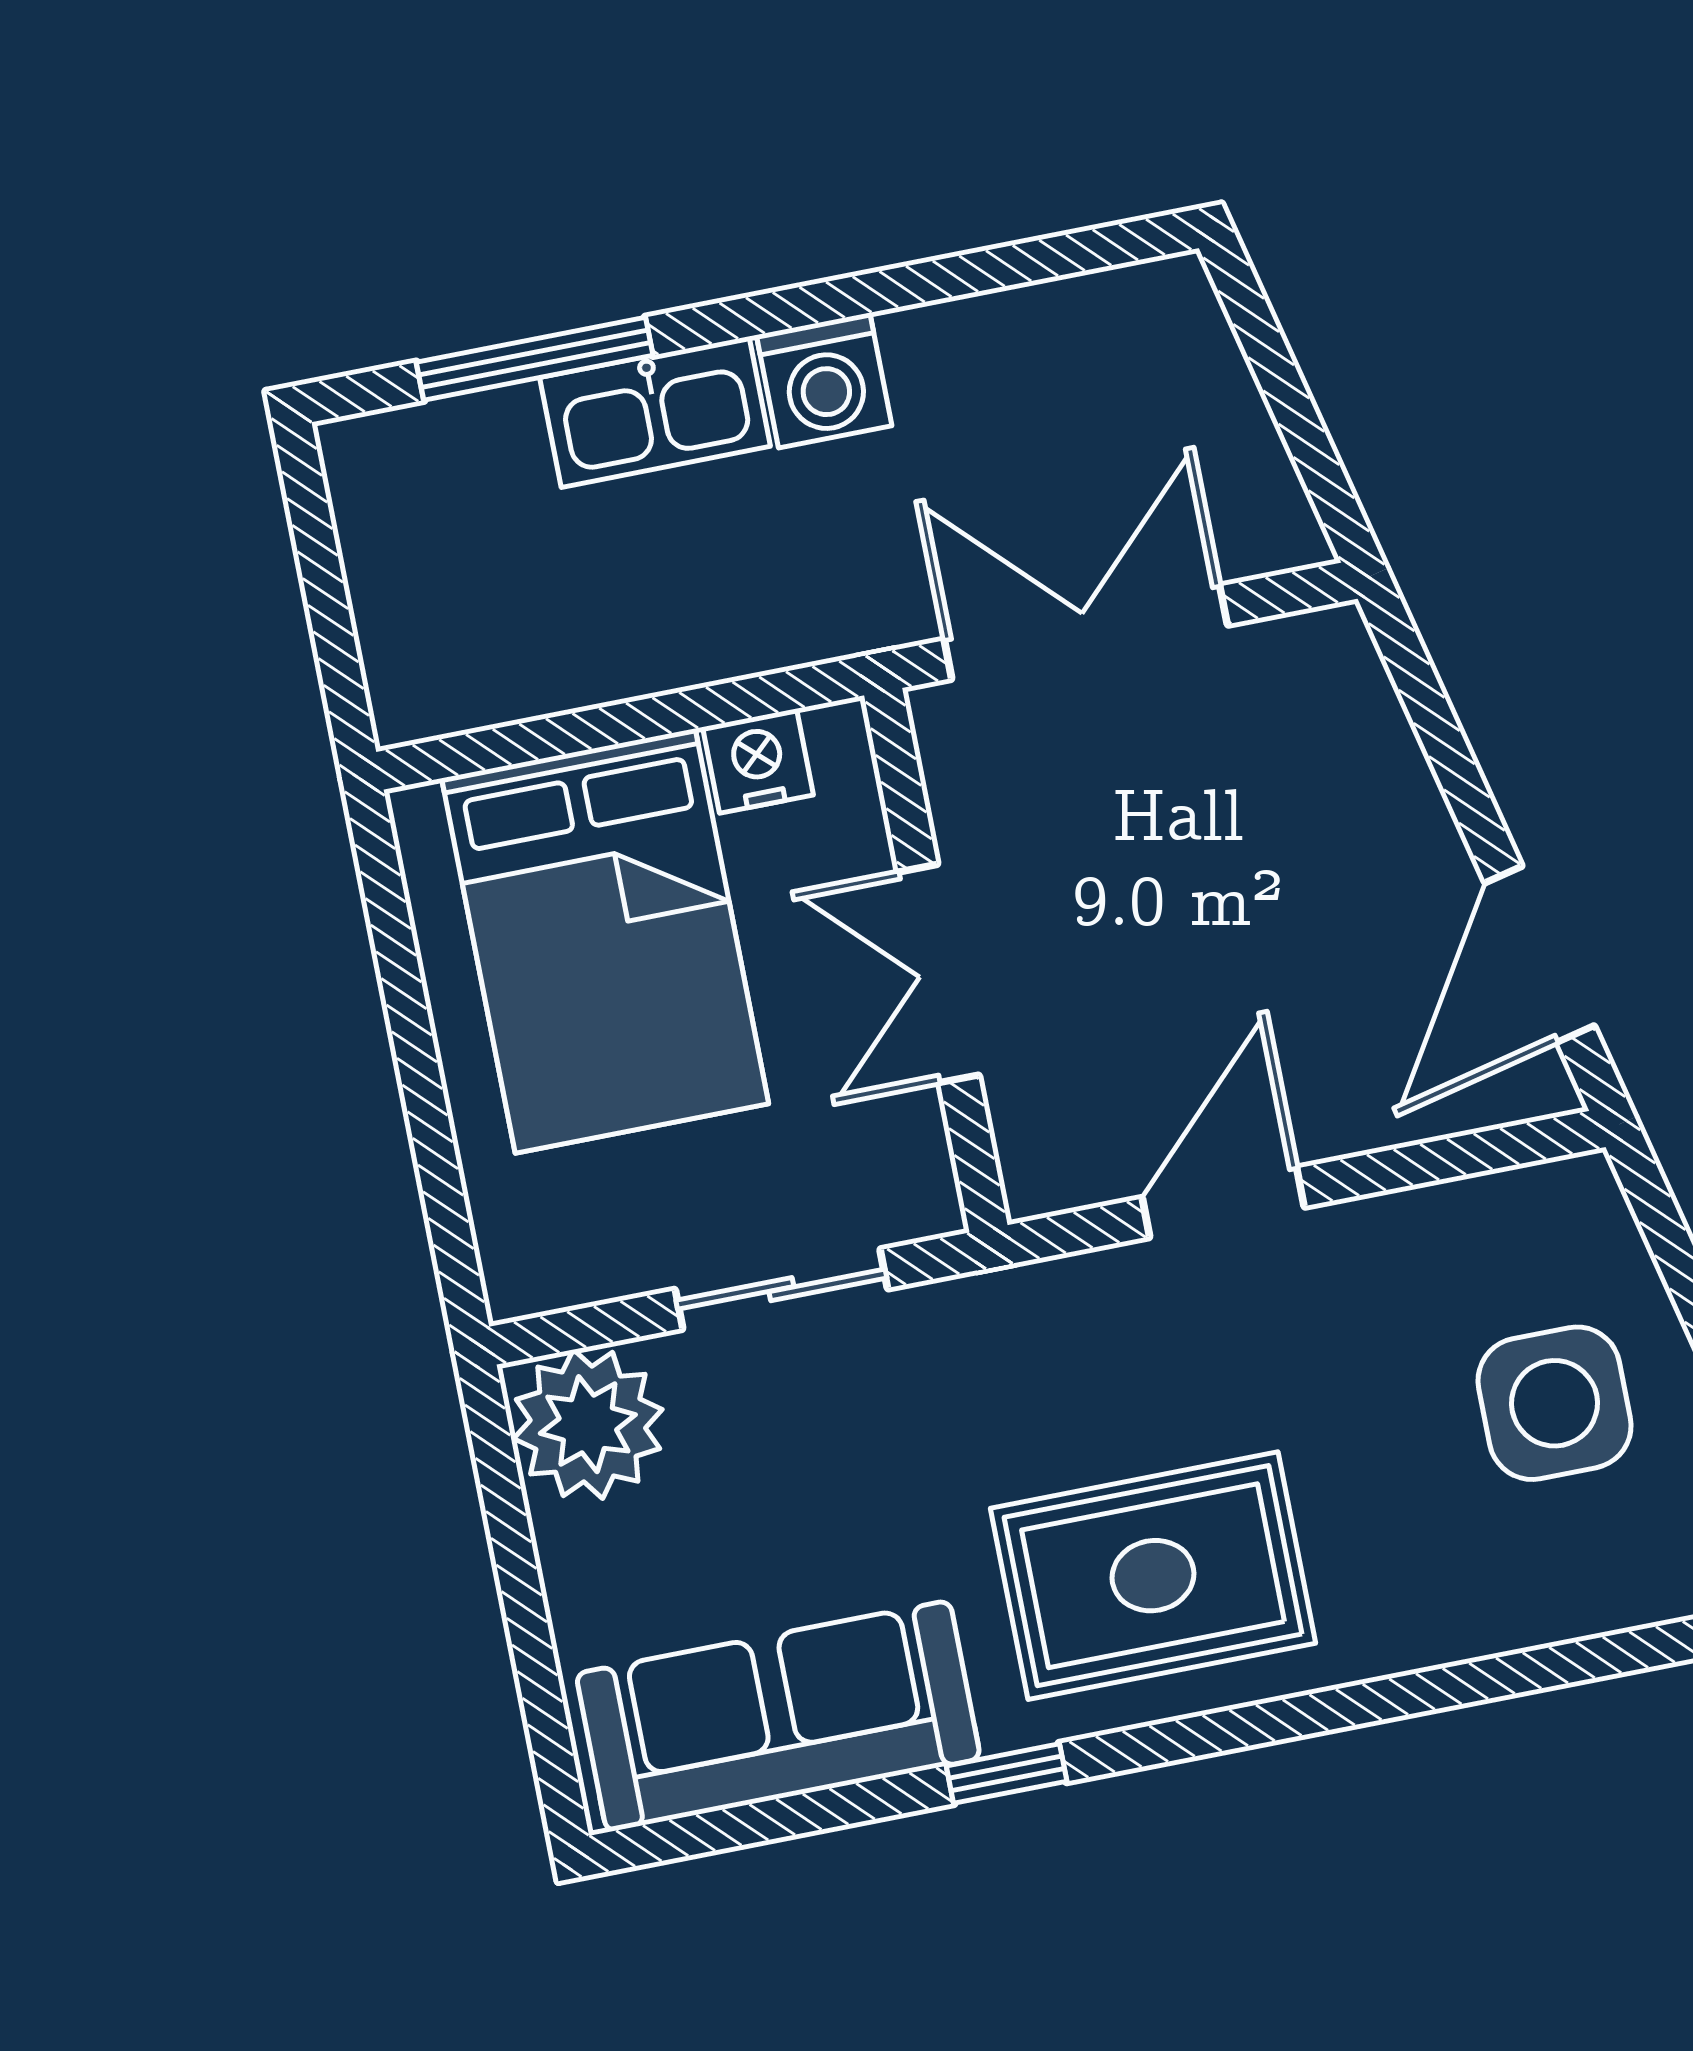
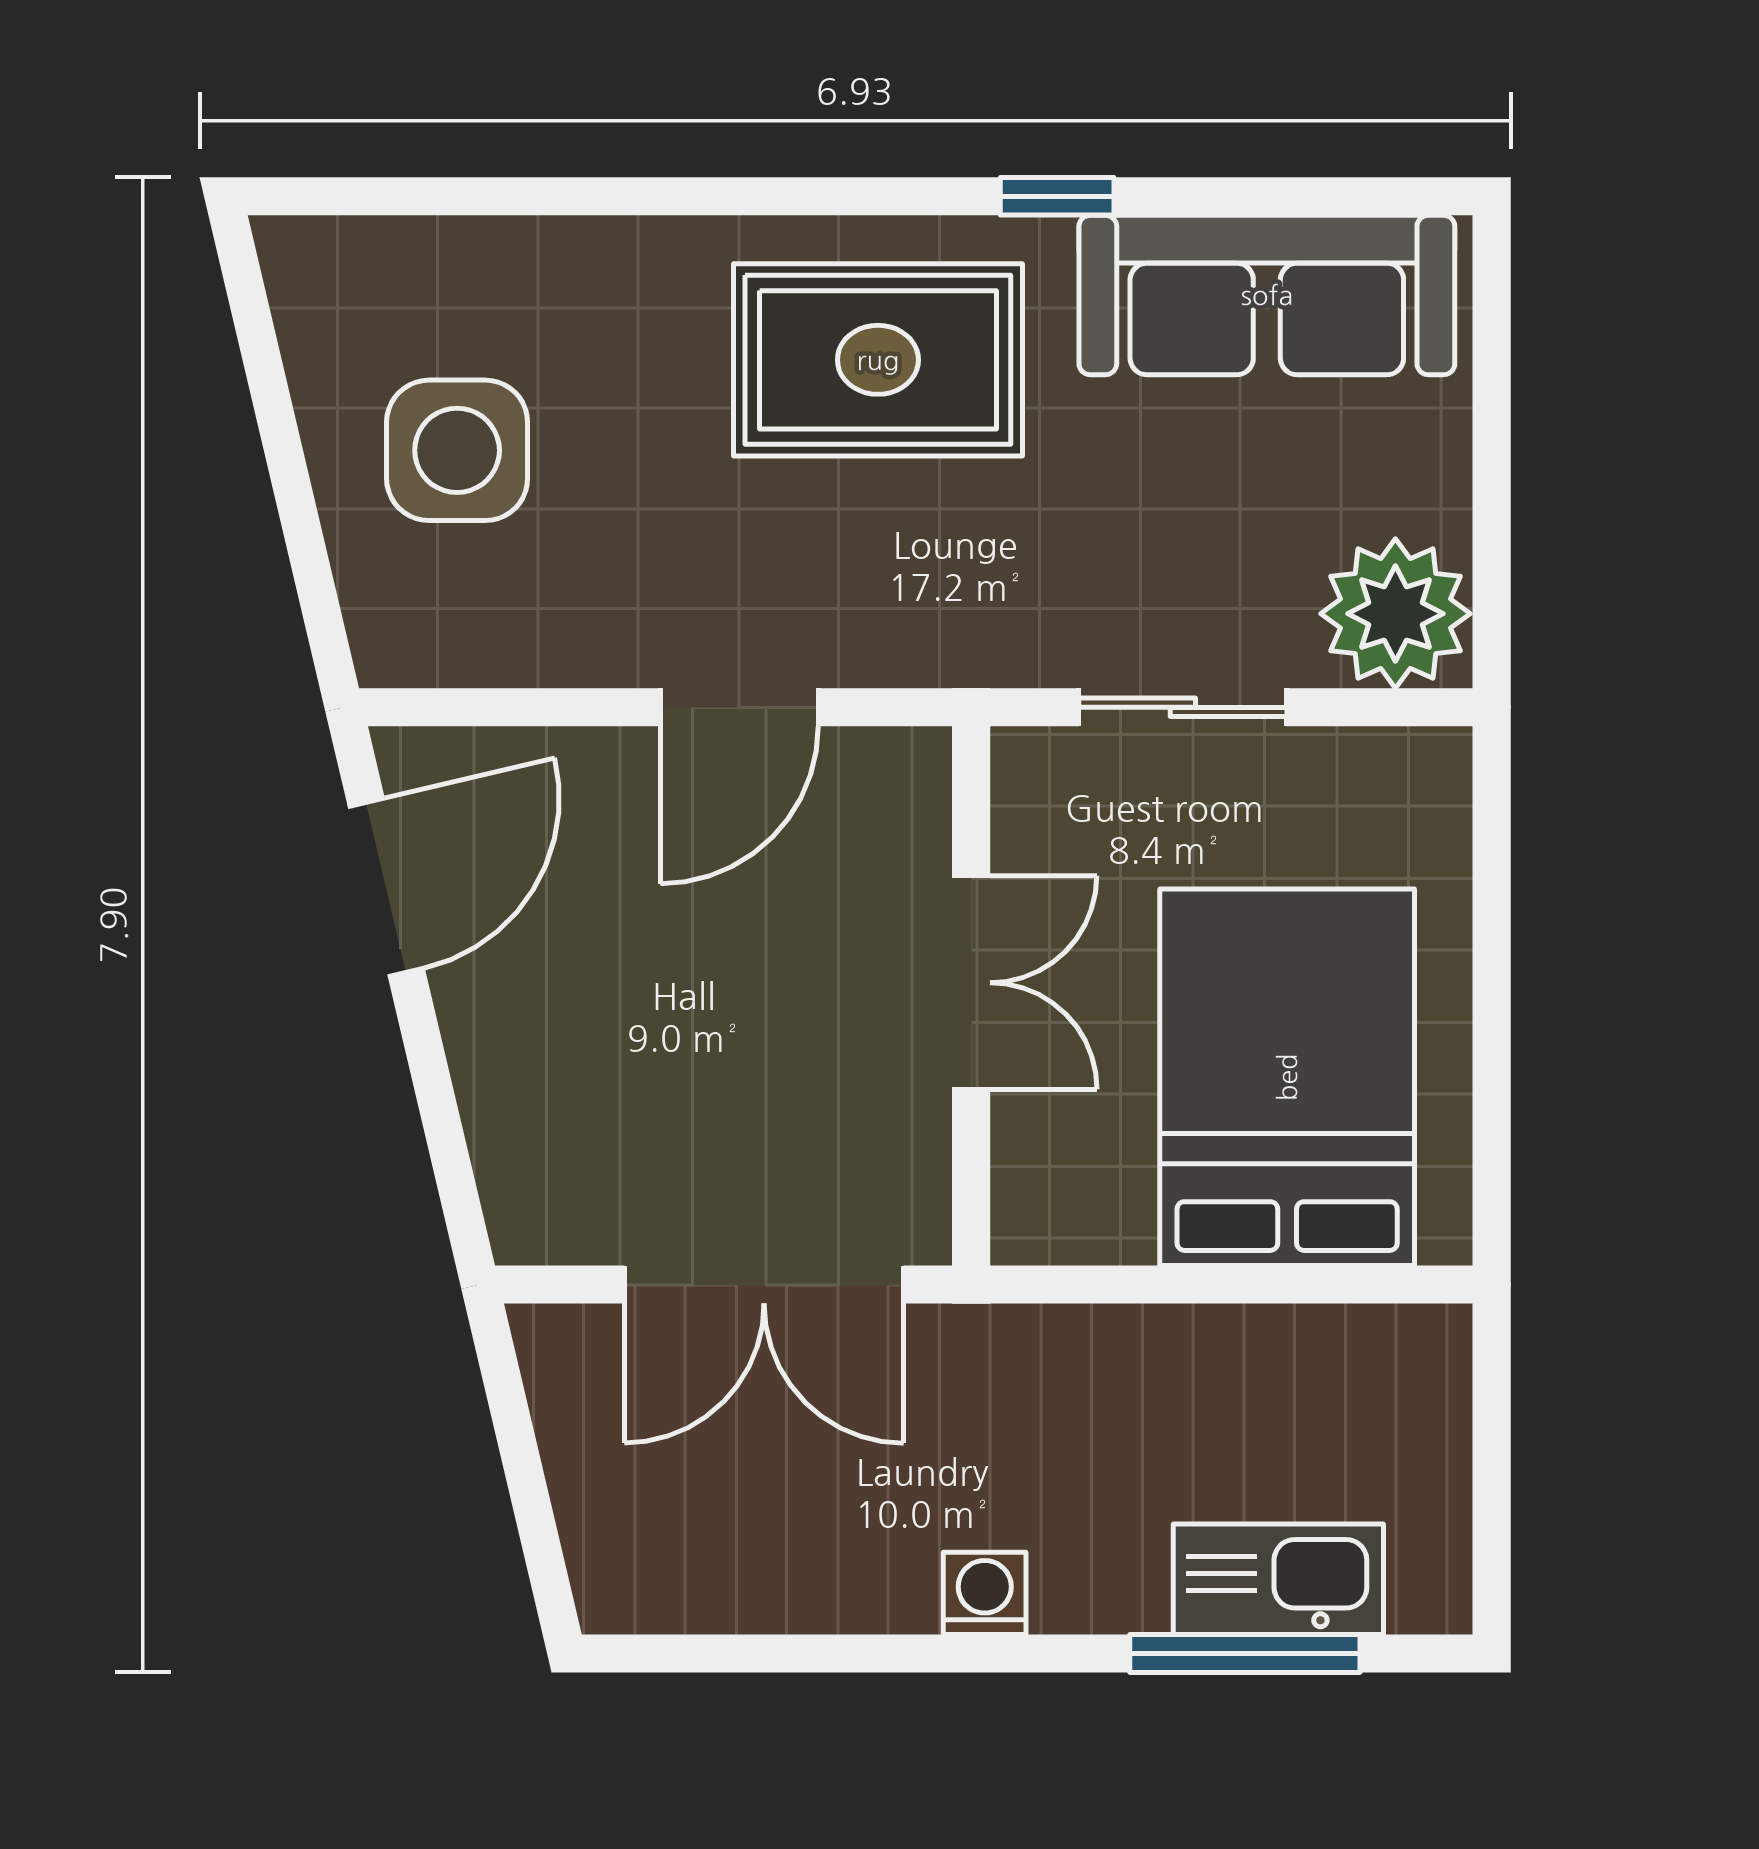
washing machine: (824, 380) -> (985, 1593), width x0.73, depth x0.73
kitchen sink: (655, 412) -> (1278, 1579), moved
nightstand: (758, 761) -> (1105, 1222), removed

